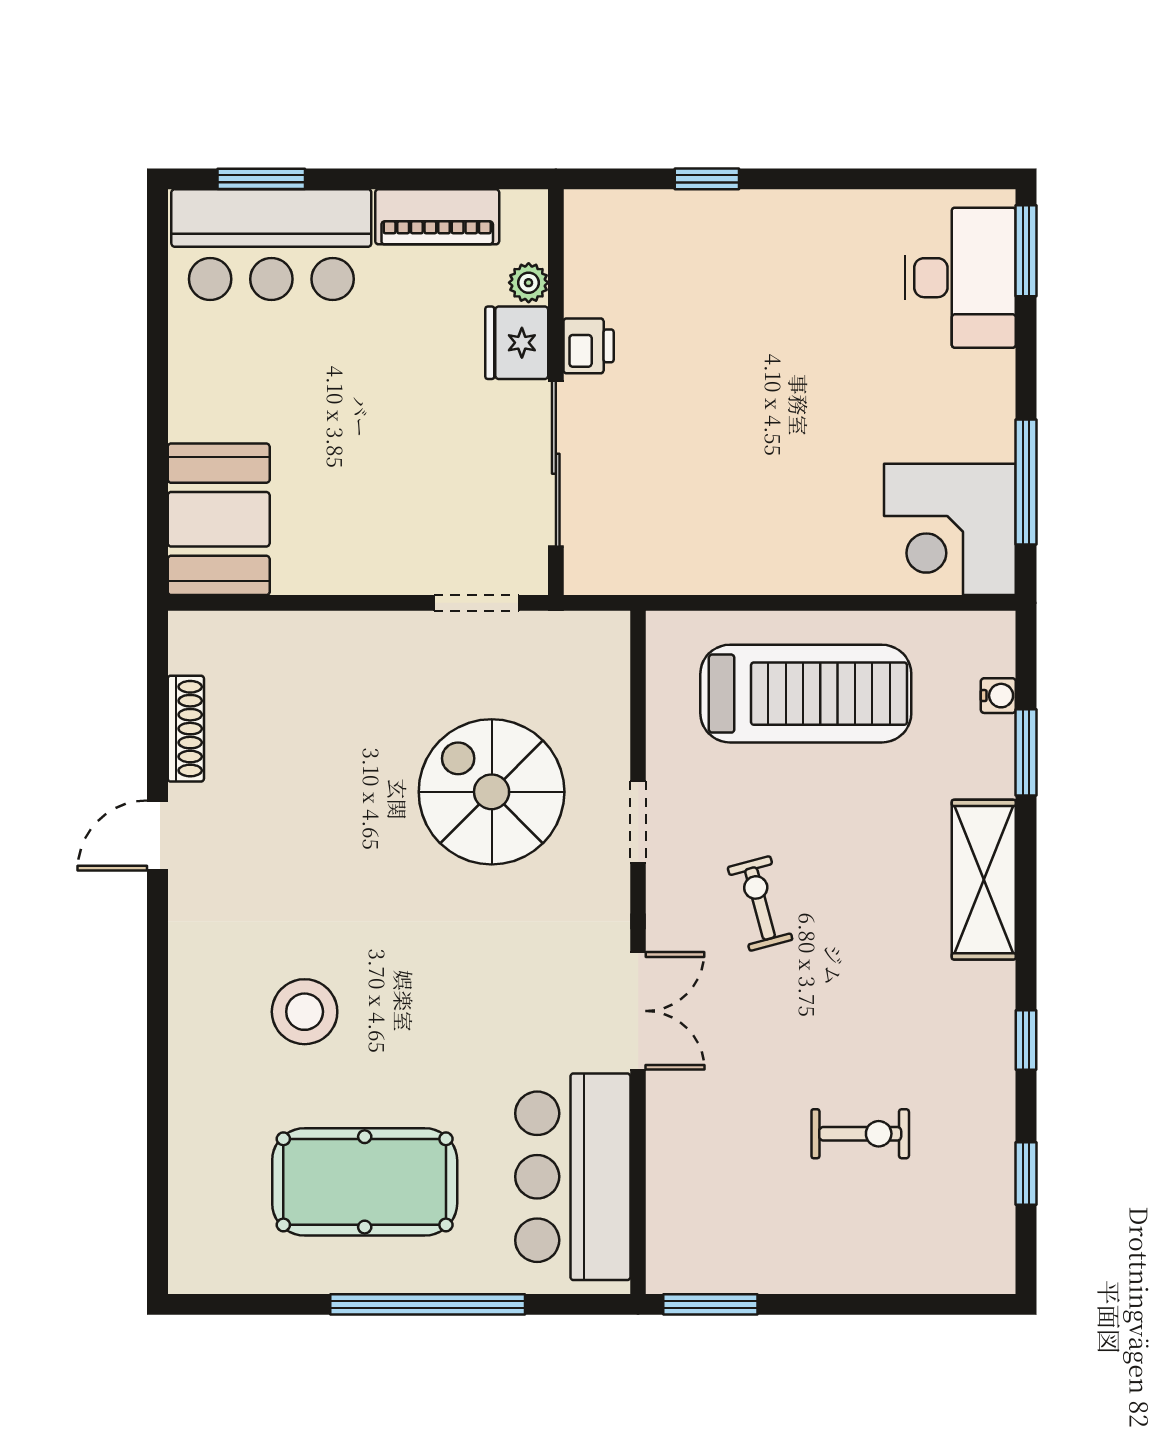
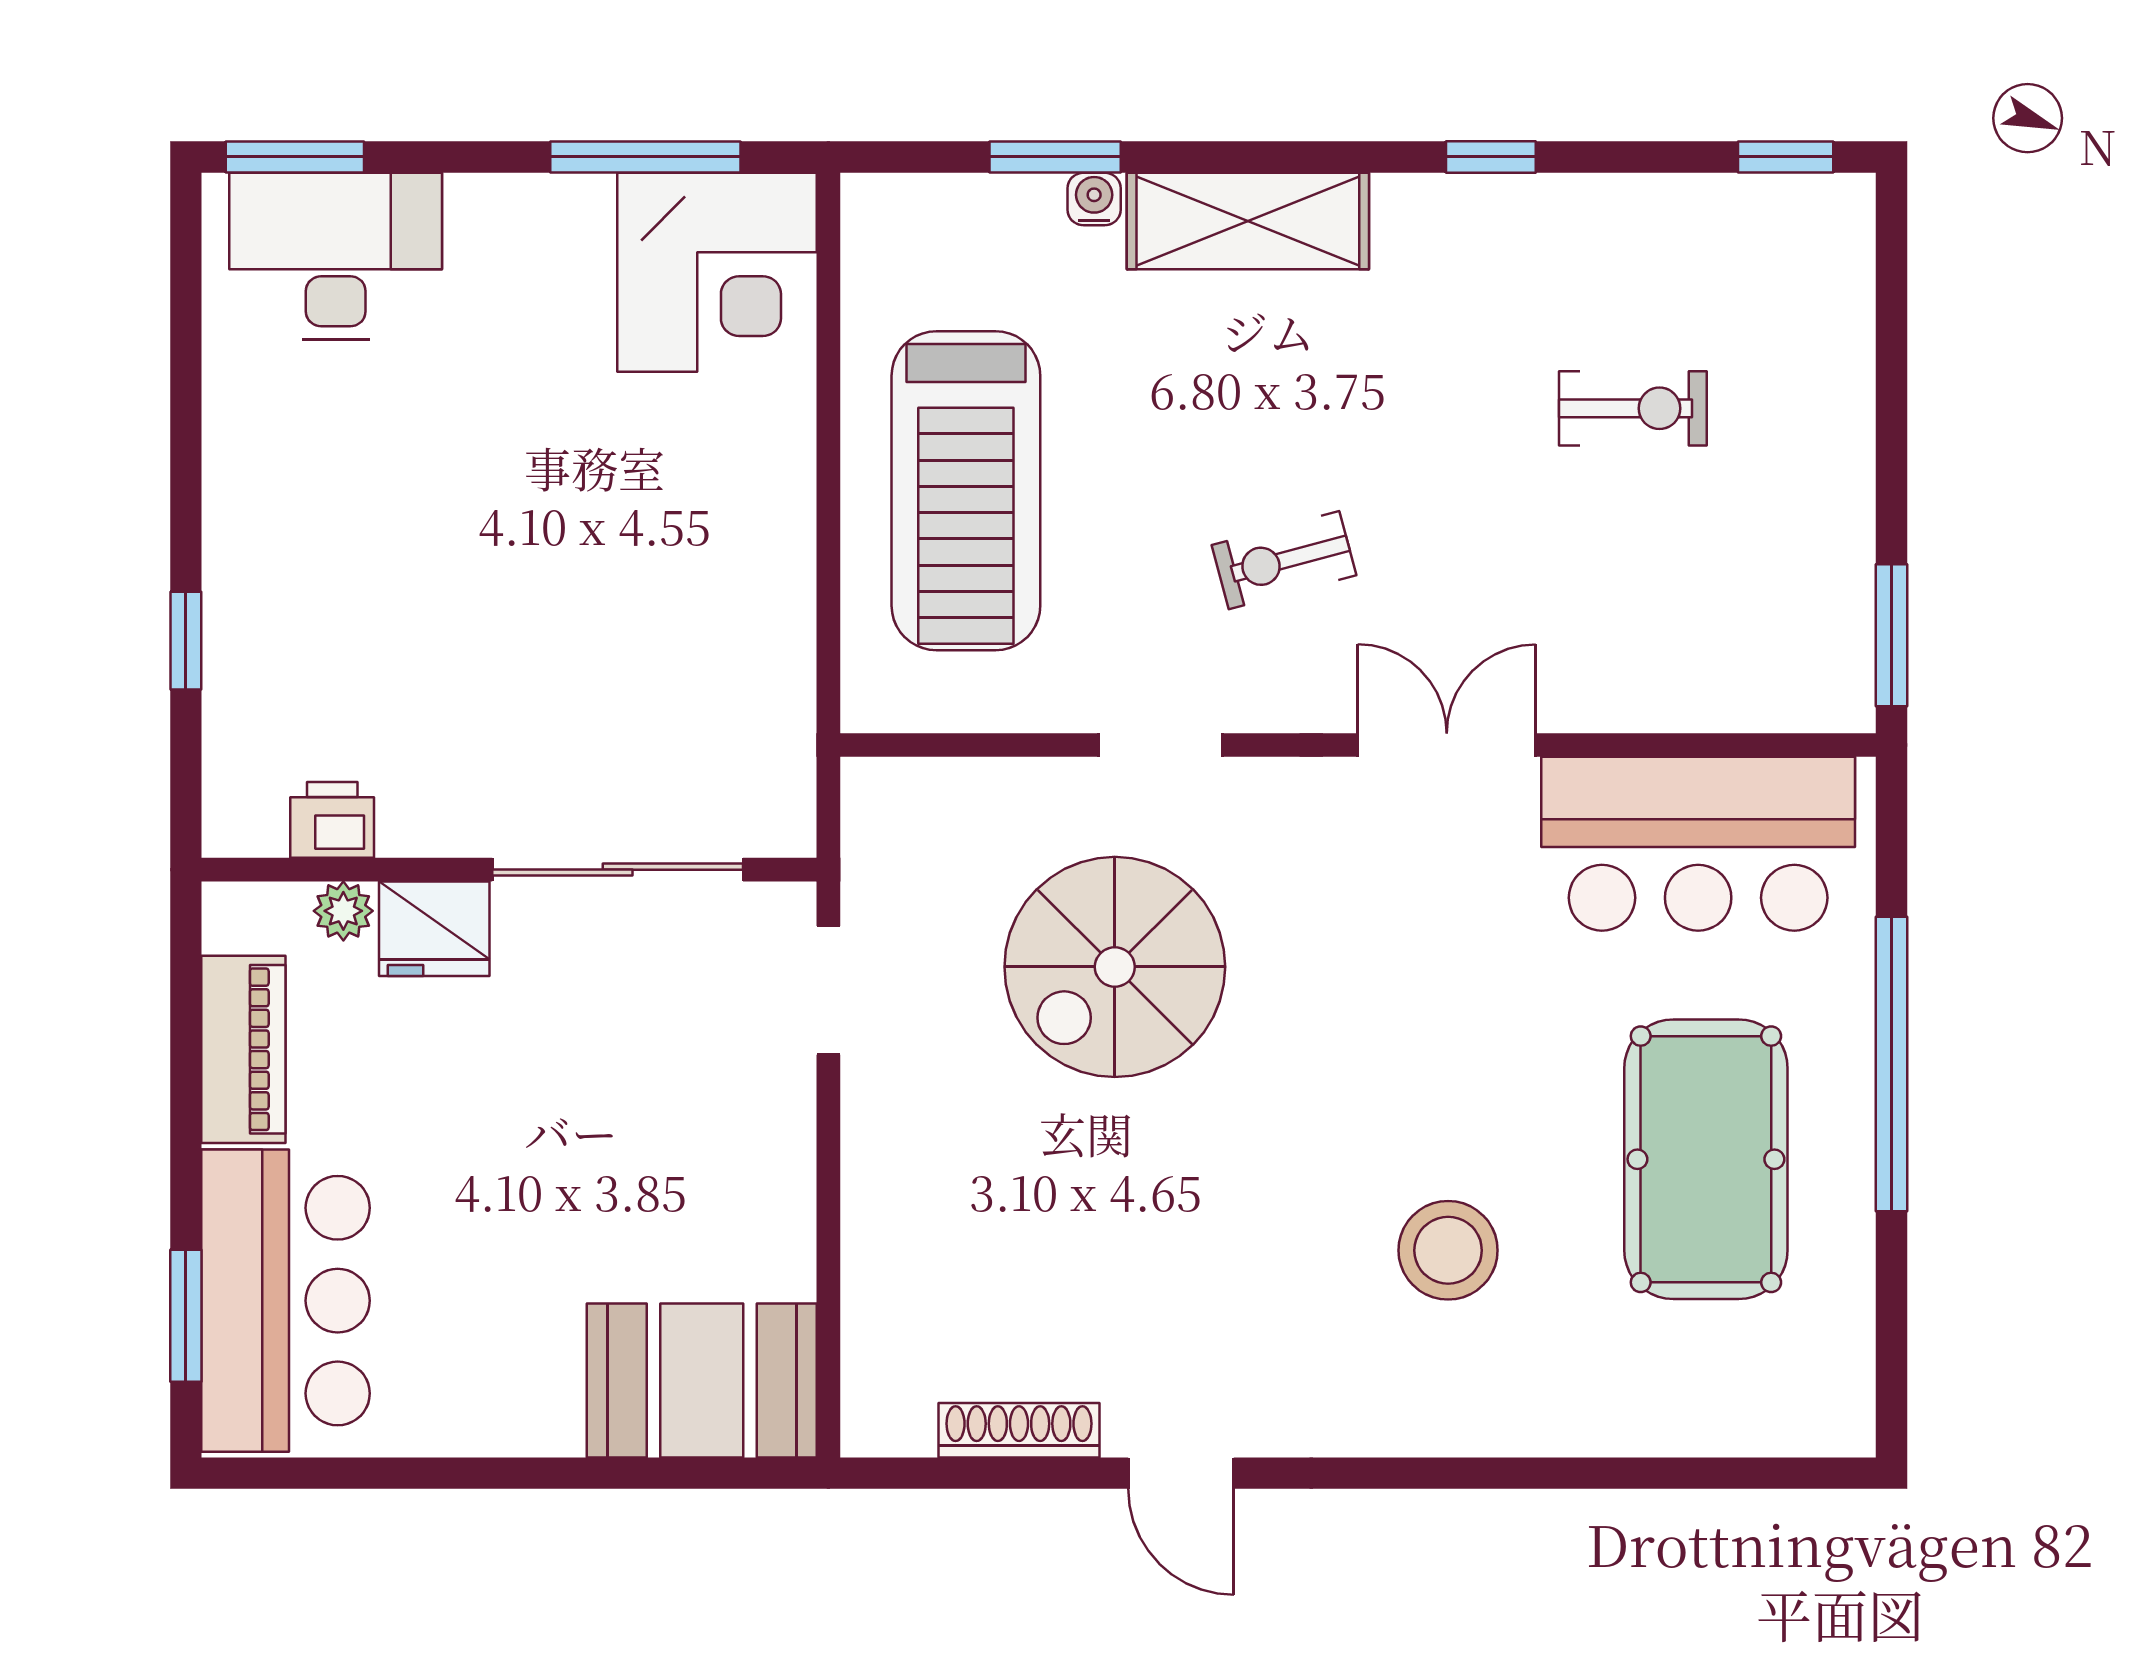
printer: (589, 346) -> (332, 820), moved
treadmill: (806, 694) -> (966, 491), turned 180
water cooler: (998, 696) -> (1094, 199), moved
exercise bike: (860, 1134) -> (1633, 408), turned 90
window: (1026, 1174) -> (1786, 157), moved

